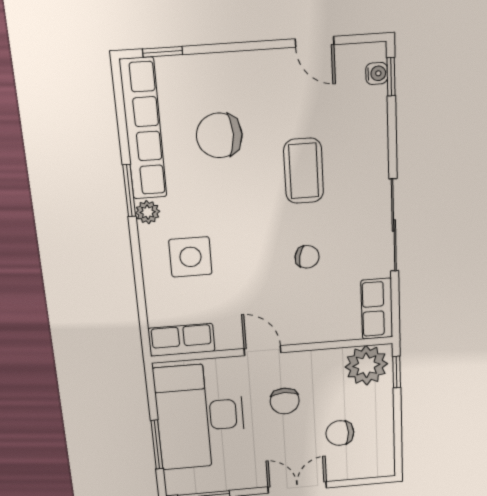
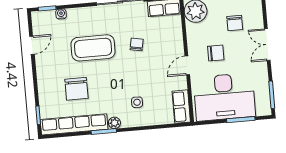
water cooler: (377, 73) -> (61, 14), moved
coffee table: (304, 171) -> (93, 48), width x1.36, depth x1.32
side table: (190, 257) -> (137, 102), width x0.54, depth x0.54

